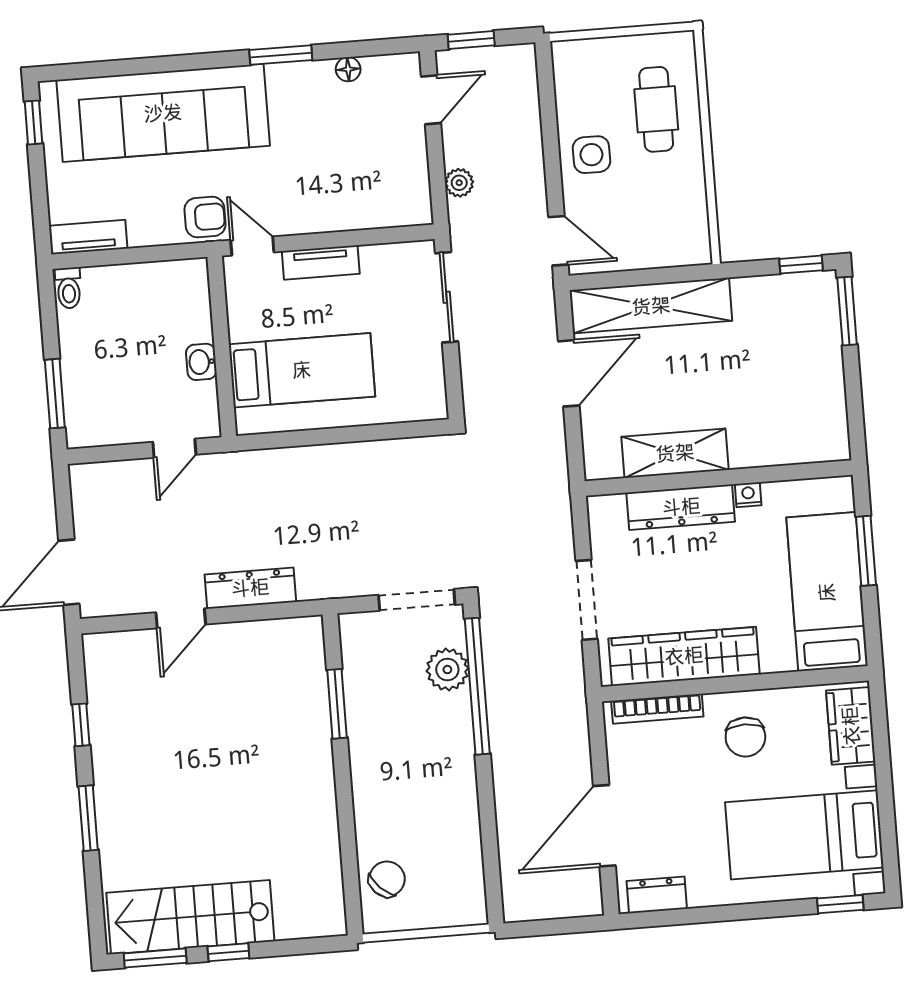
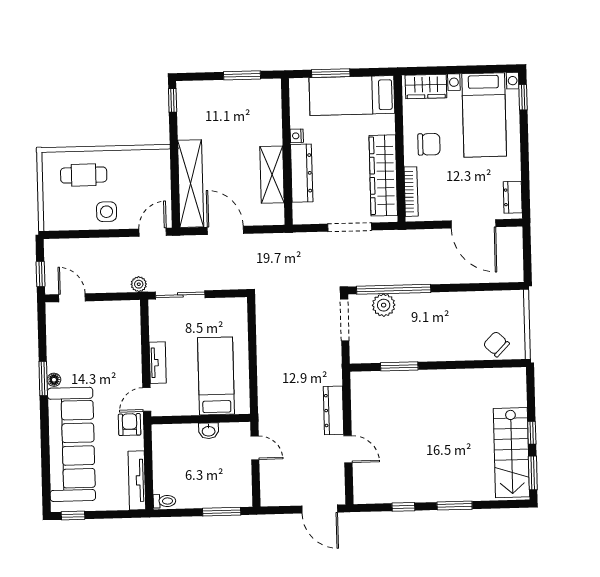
floor lamp: (348, 69) -> (54, 380), moved
plant: (459, 183) -> (139, 284), moved
tv unit: (88, 237) -> (137, 480), width x1.41
window: (847, 311) -> (242, 75), moved

